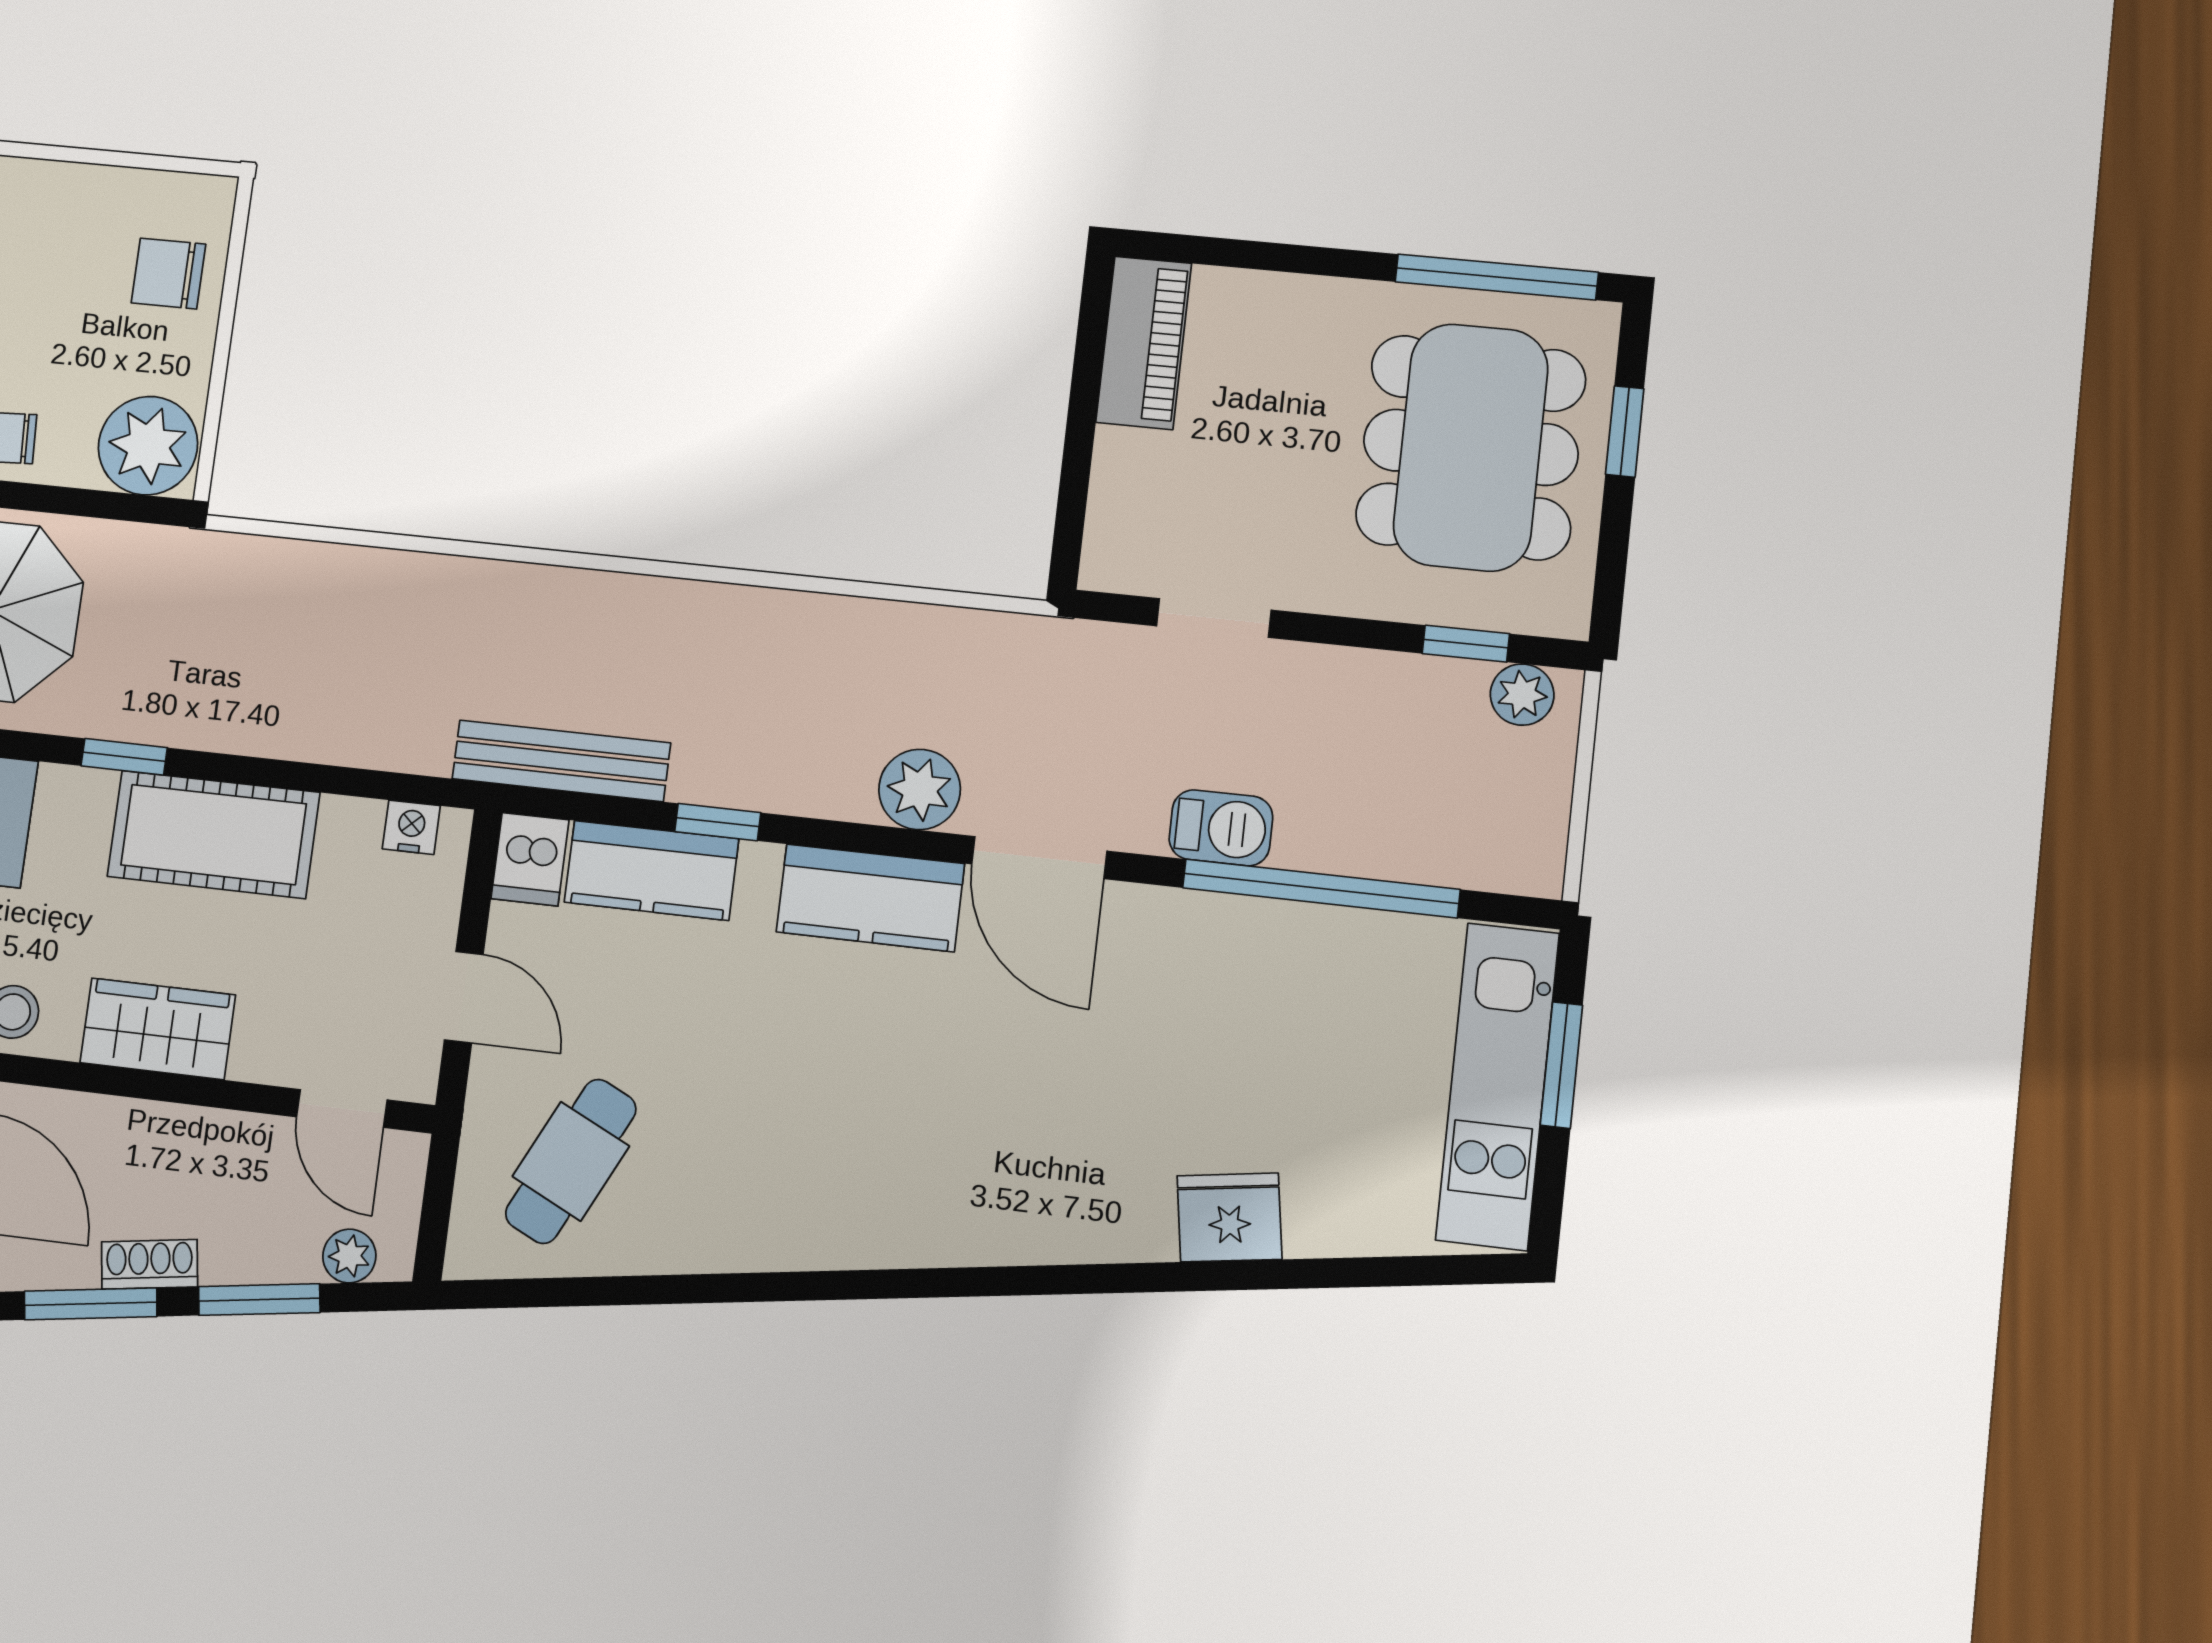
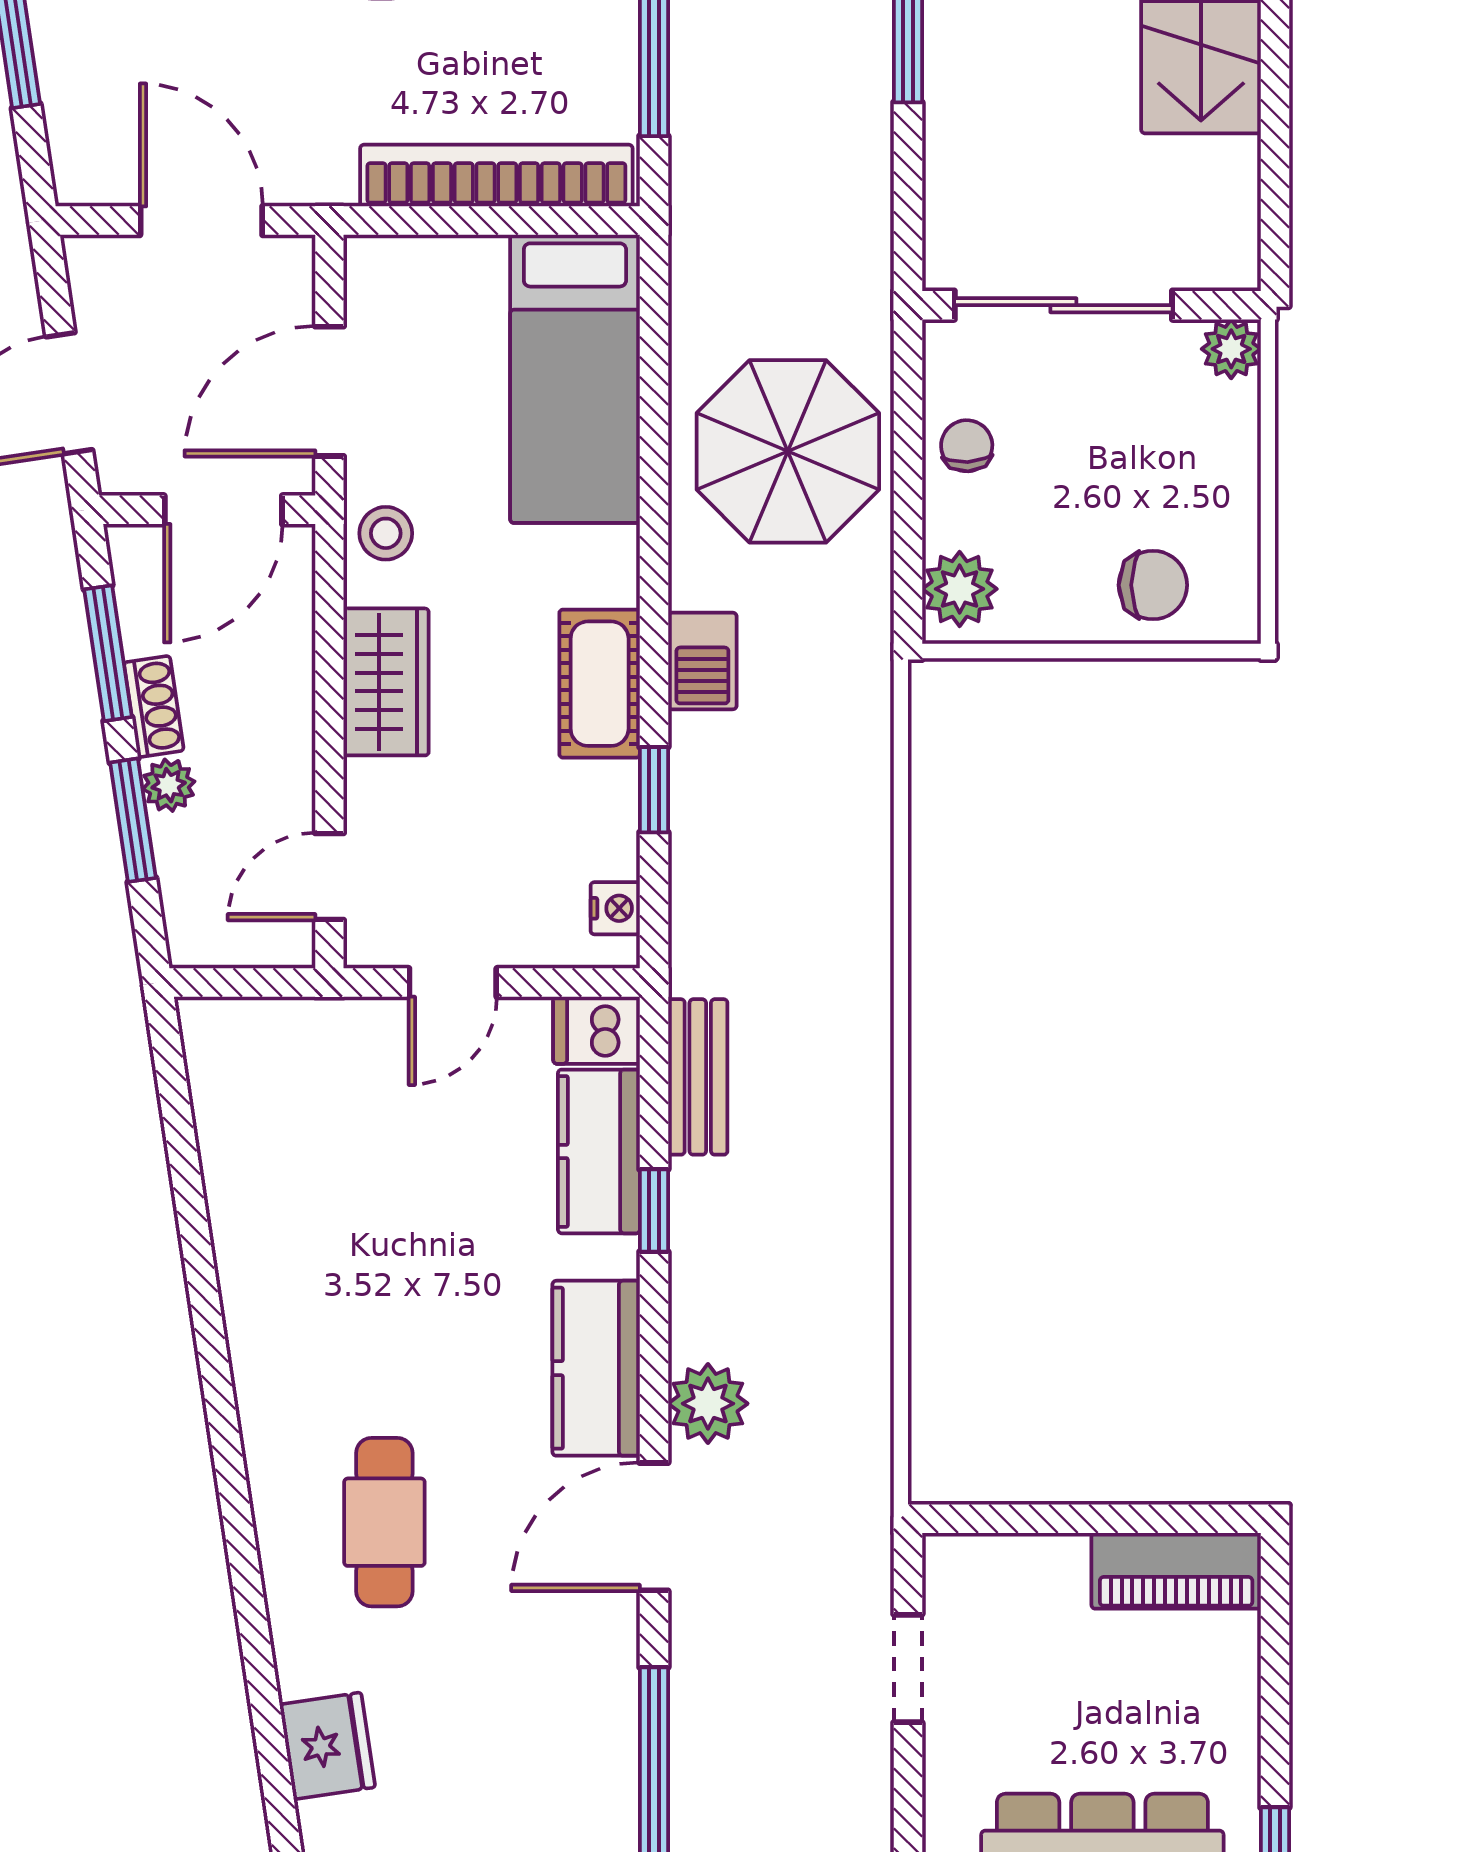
chair: (169, 274) -> (1153, 585), turned 90
plant: (148, 446) -> (960, 589), width x0.73, depth x0.73
window: (124, 757) -> (654, 790), moved
bench: (561, 761) -> (698, 1077), width x0.73
barbecue: (1221, 828) -> (702, 661), moved
cot: (213, 834) -> (600, 684), width x0.73, depth x0.75
cafe table: (571, 1161) -> (384, 1522), moved, turned 64
plant: (349, 1256) -> (169, 785), moved

